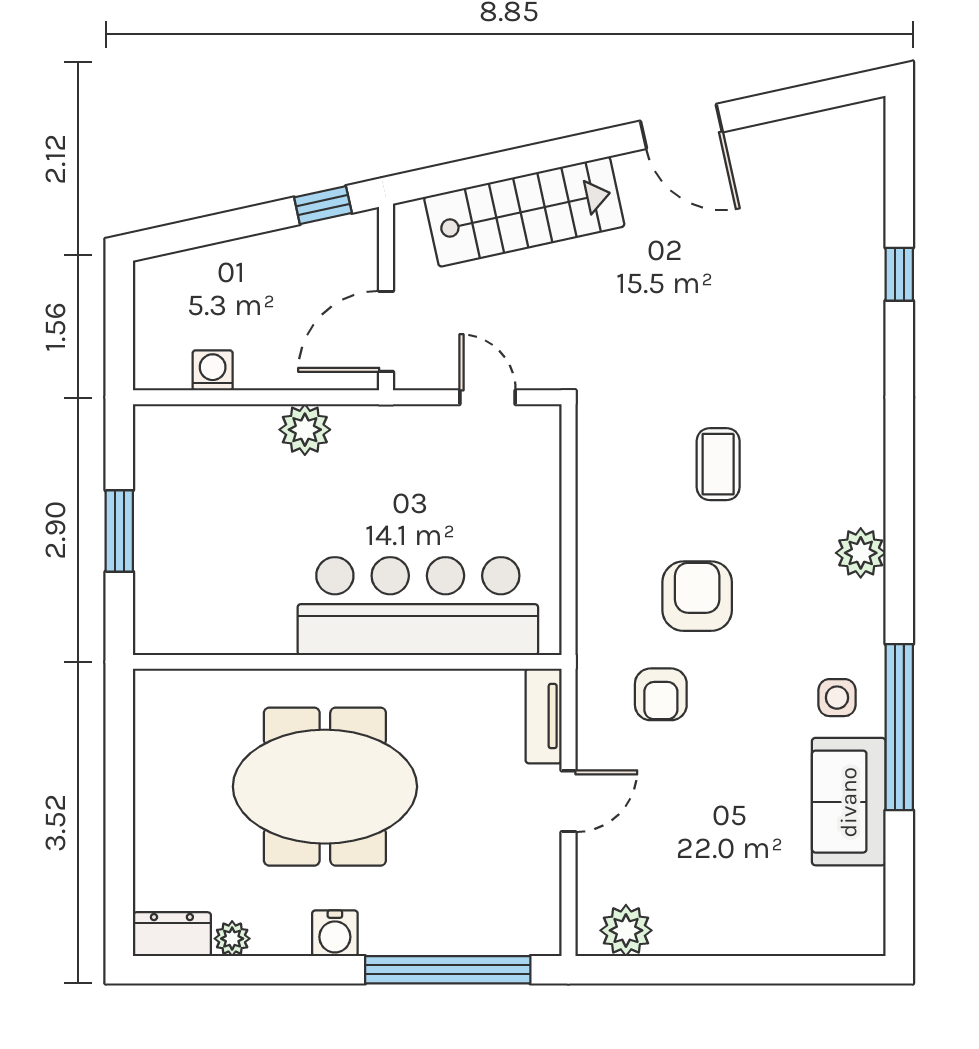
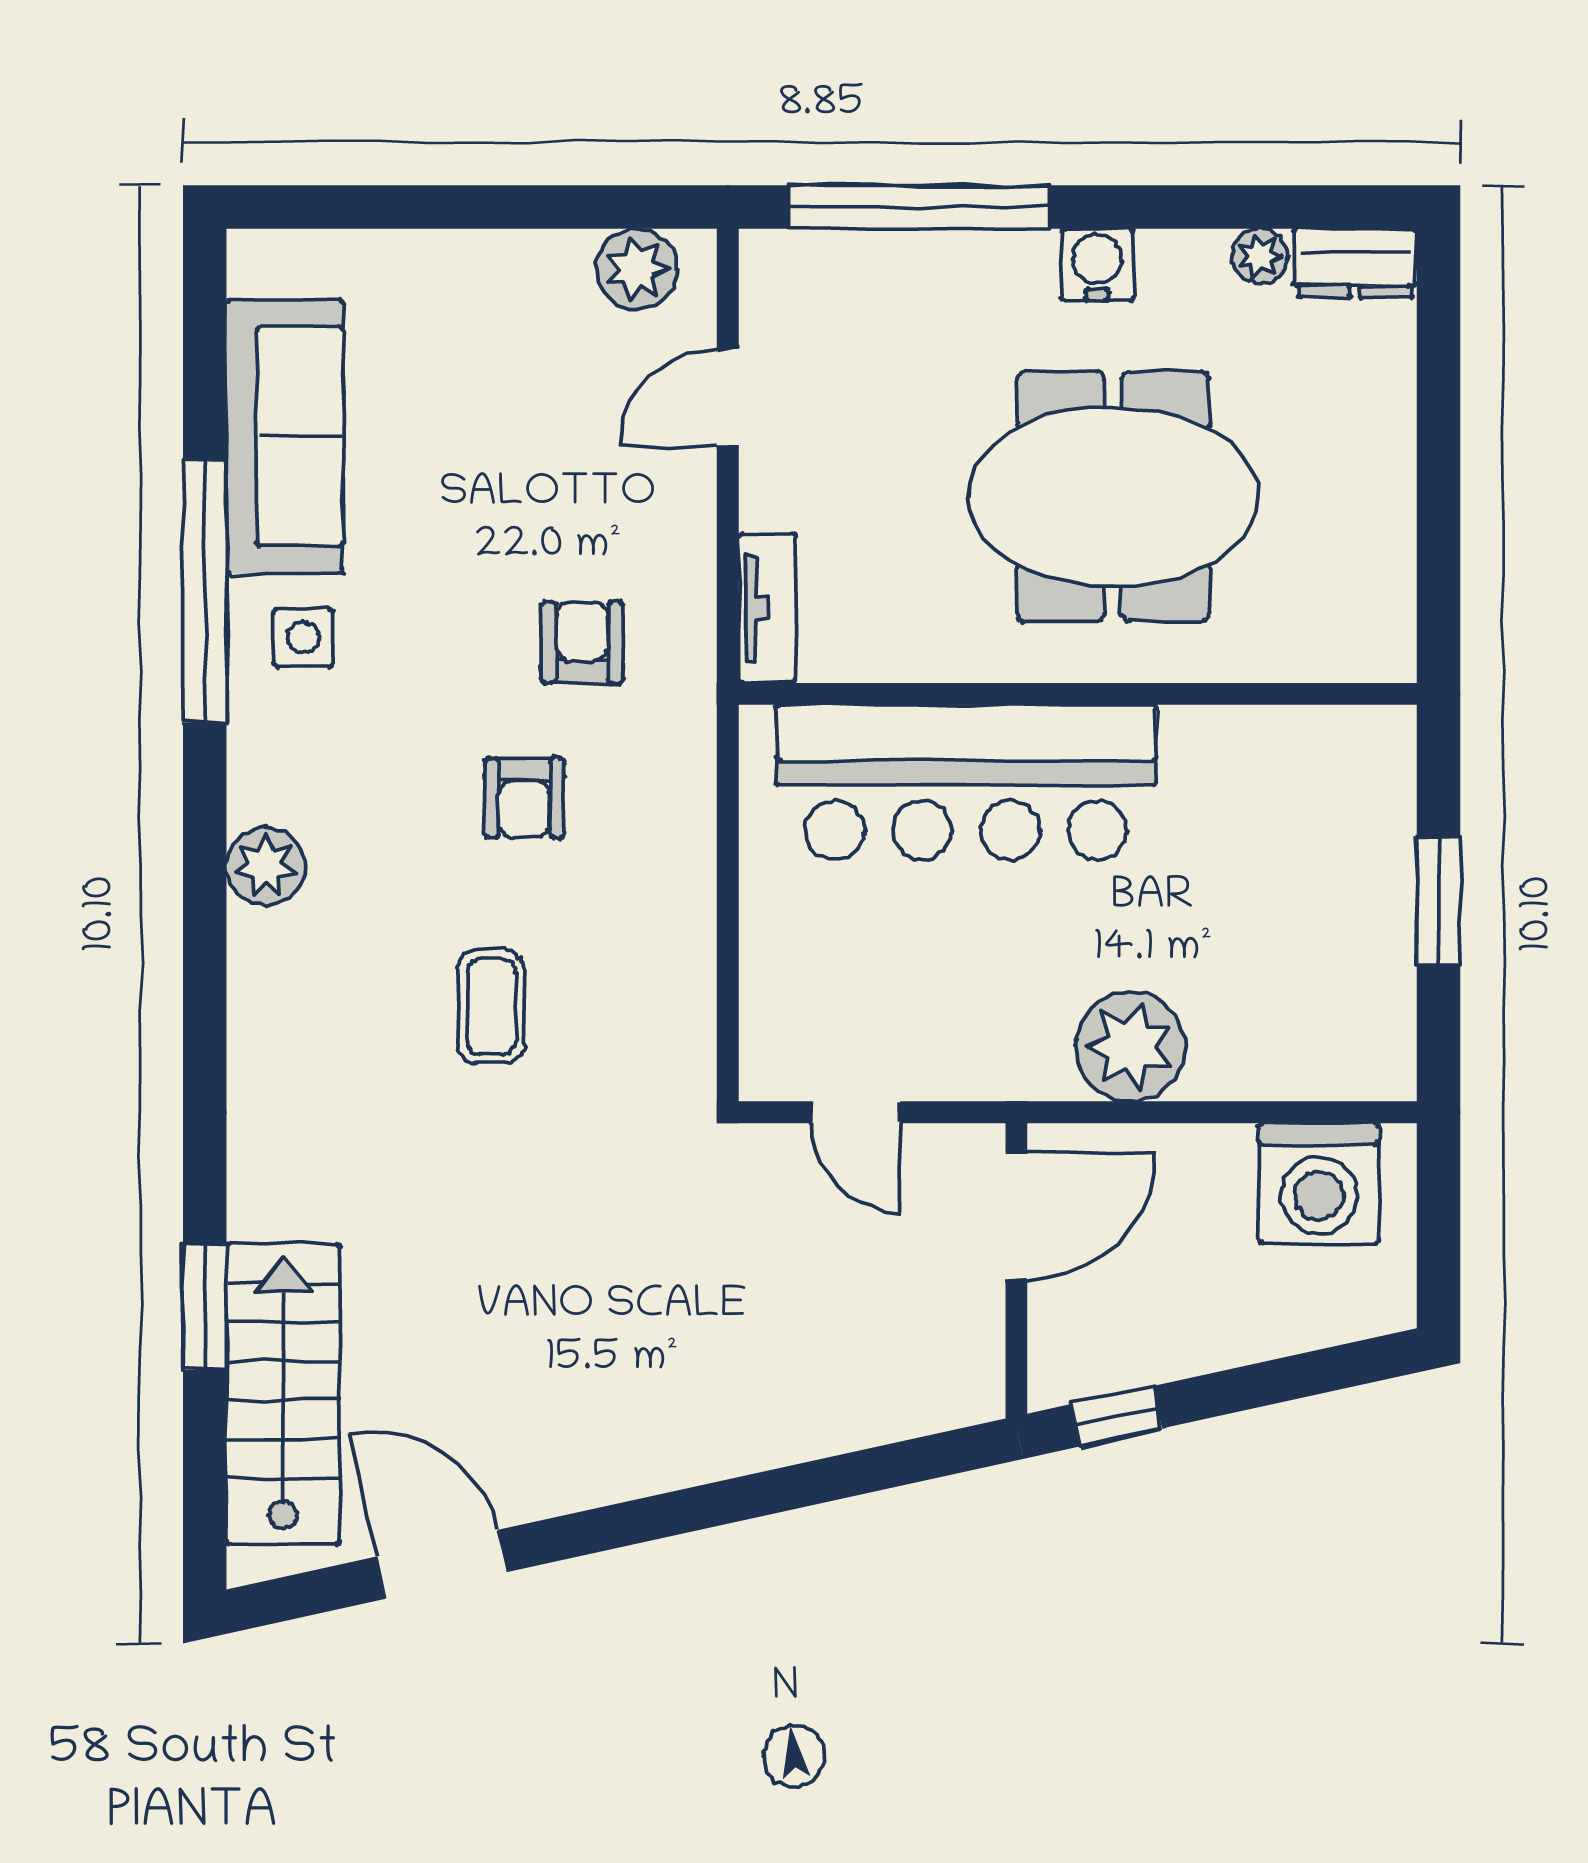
door: (681, 126) -> (441, 1564), moved
stairs: (524, 212) -> (283, 1394), moved, turned 102
window: (899, 274) -> (205, 1307), width x1.50
washing machine: (213, 370) -> (1319, 1183), width x1.89, depth x1.89
plant: (305, 430) -> (1130, 1047), width x1.36, depth x1.36
armchair: (697, 596) -> (524, 798), width x0.72, depth x0.72
door: (569, 801) -> (728, 398), moved
sofa: (849, 802) -> (285, 437), width x1.36

